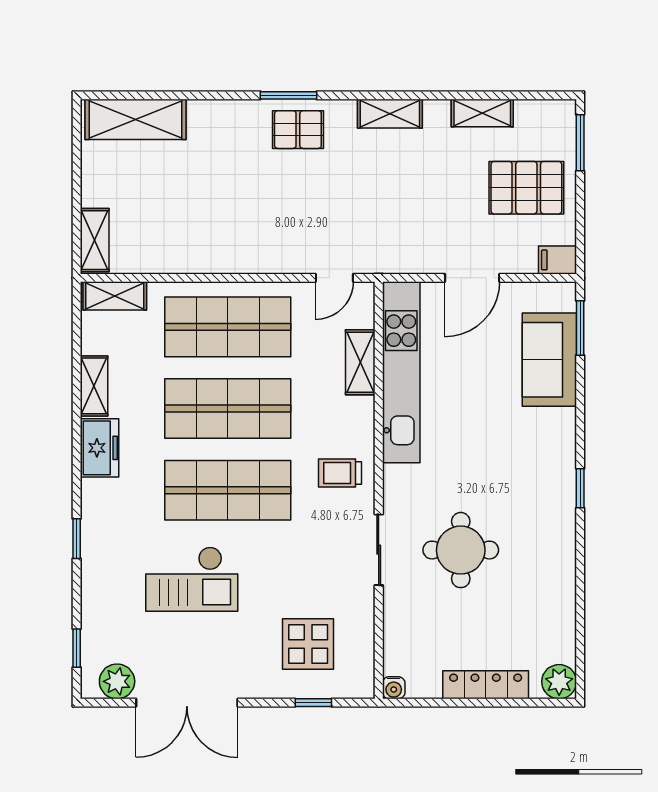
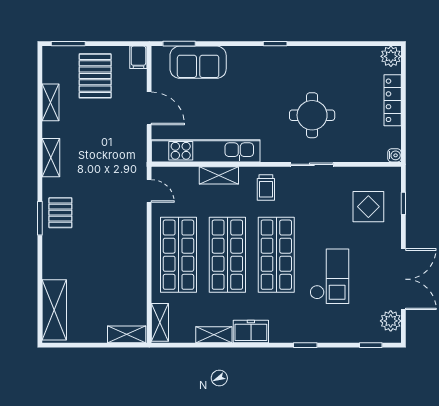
shelving: (360, 362) -> (219, 175), moved

